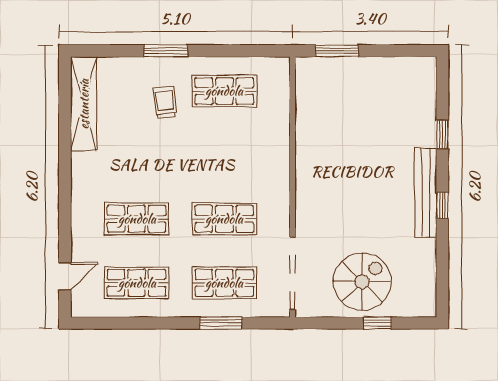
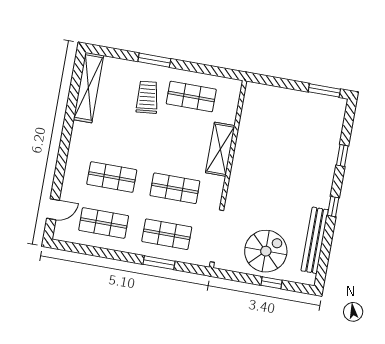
window: (337, 51) -> (324, 90), moved
trolley: (165, 103) -> (147, 97), width x1.36, depth x1.39
shelving: (276, 155) -> (220, 149), added
bench: (425, 193) -> (315, 240), moved

